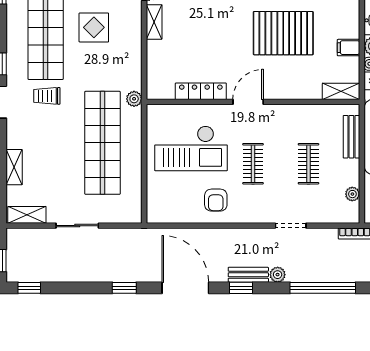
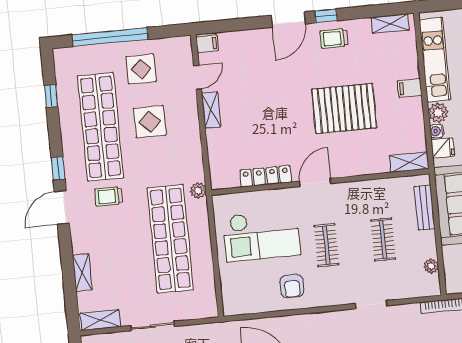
filing cabinet: (349, 48) -> (410, 88), moved

